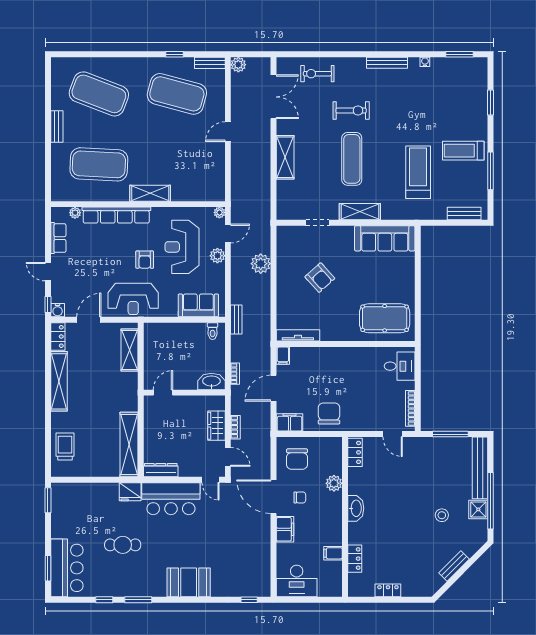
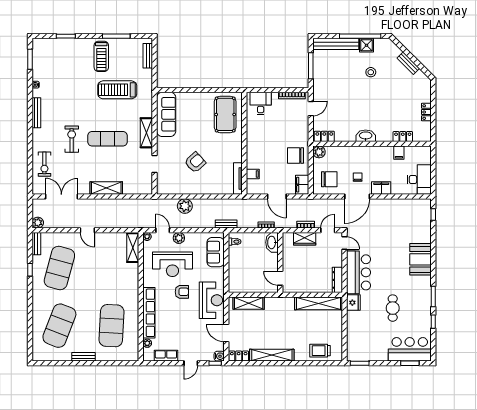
shelving: (150, 193) -> (133, 248), moved
filing cabinet: (283, 356) -> (253, 174), moved
door: (211, 480) -> (345, 243), hinge flipped
plant: (334, 483) -> (319, 152), moved

